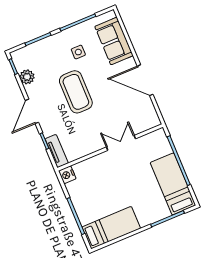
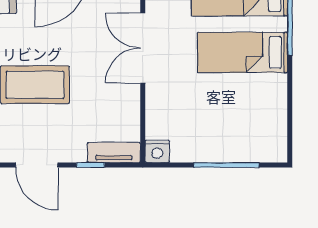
double door: (121, 143) -> (143, 48), width x1.37
bed: (111, 228) -> (243, 52), moved, turned -90

